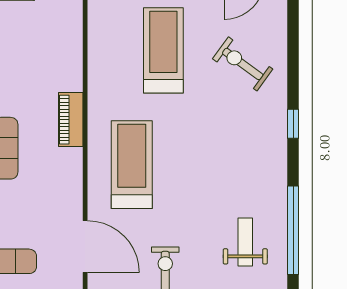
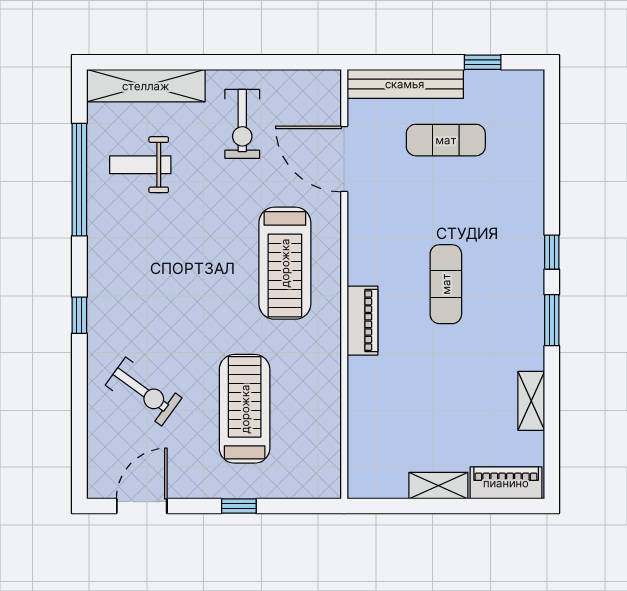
treadmill: (163, 50) -> (245, 409), turned 180
weight bench: (245, 242) -> (140, 165), turned 90

